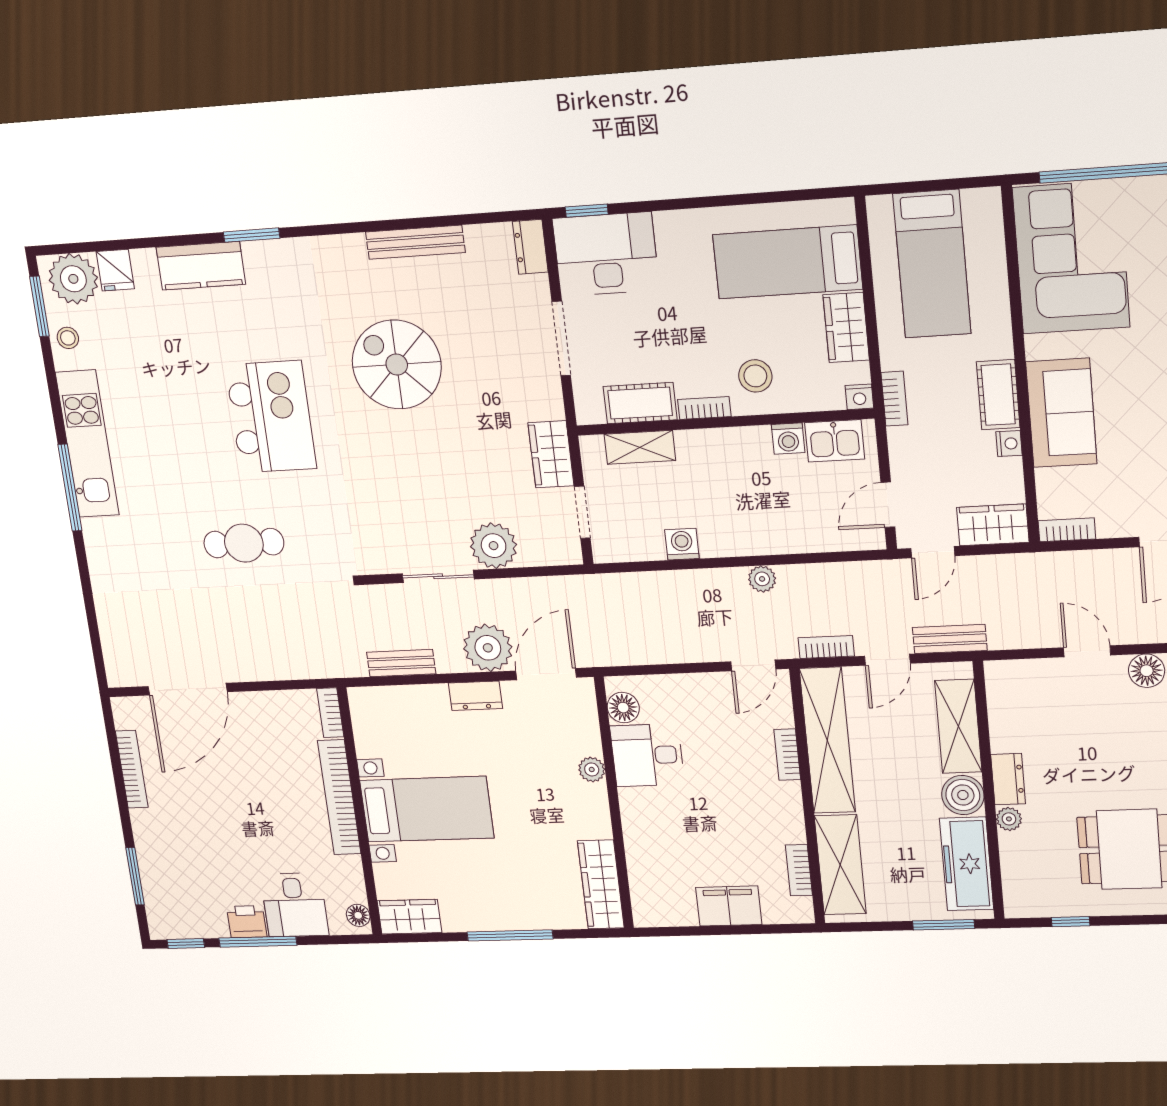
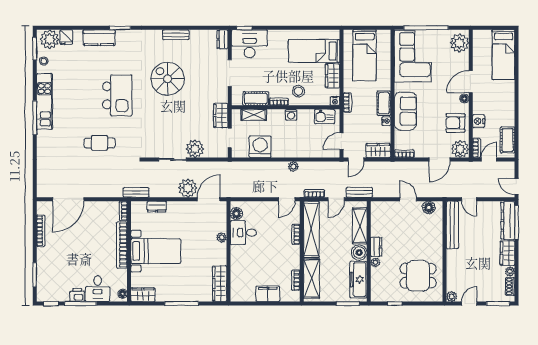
bench: (415, 242) -> (176, 35), width x0.73
washing machine: (788, 439) -> (291, 115), moved
washing machine: (682, 544) -> (260, 147), width x1.89, depth x1.89
bench: (401, 663) -> (136, 193), moved
dresser: (475, 696) -> (157, 207), moved

